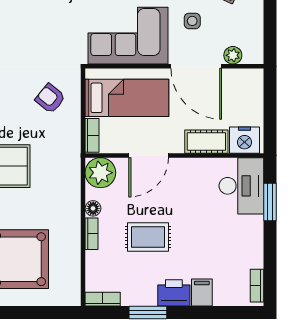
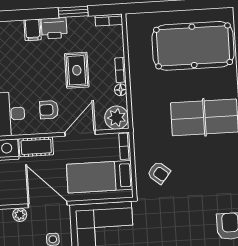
armchair: (187, 188) -> (49, 110), added
rug: (148, 237) -> (77, 70), turned 90

